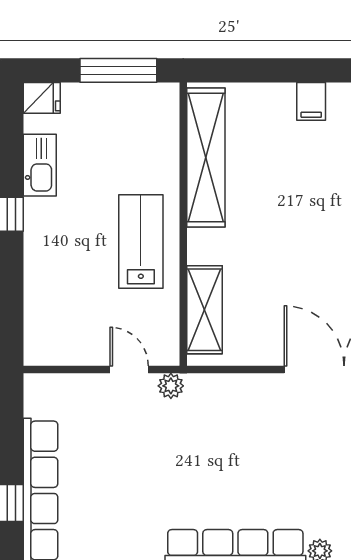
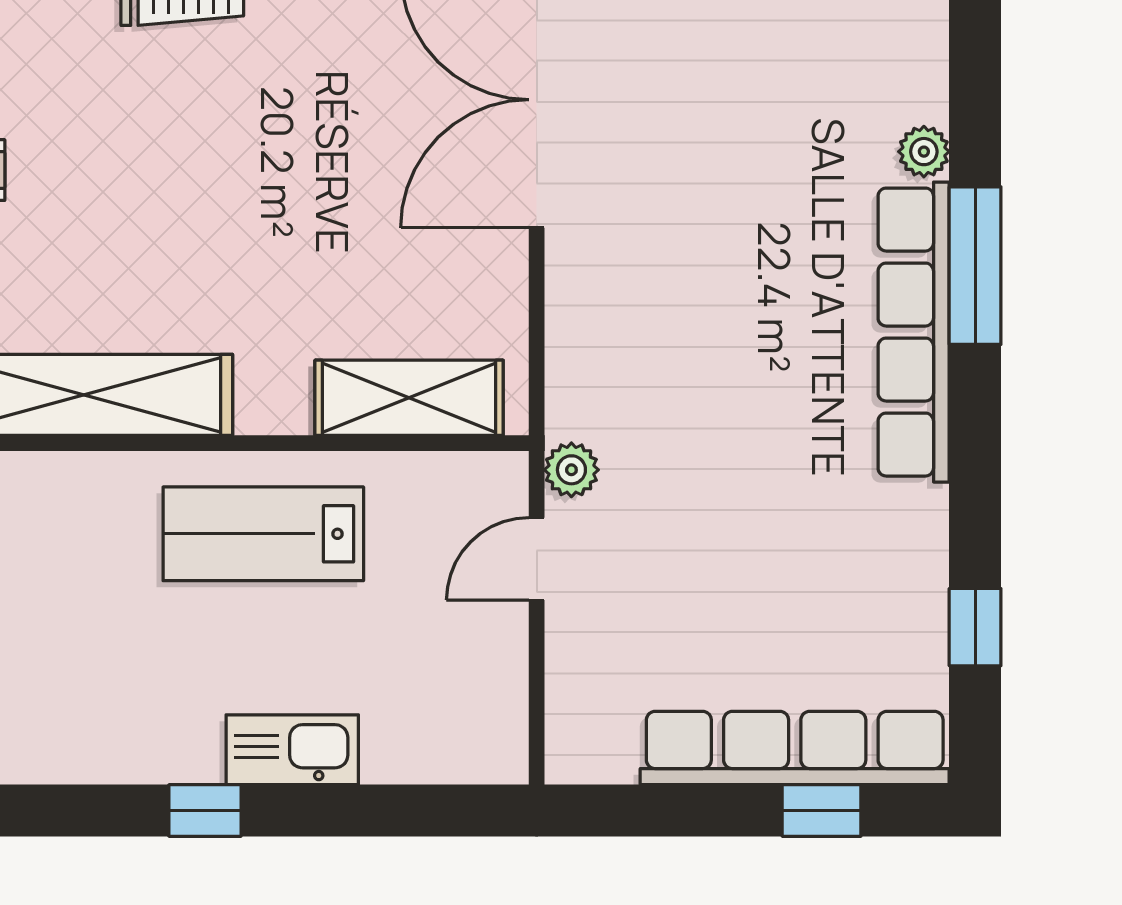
kitchen sink: (40, 165) -> (292, 750), moved

